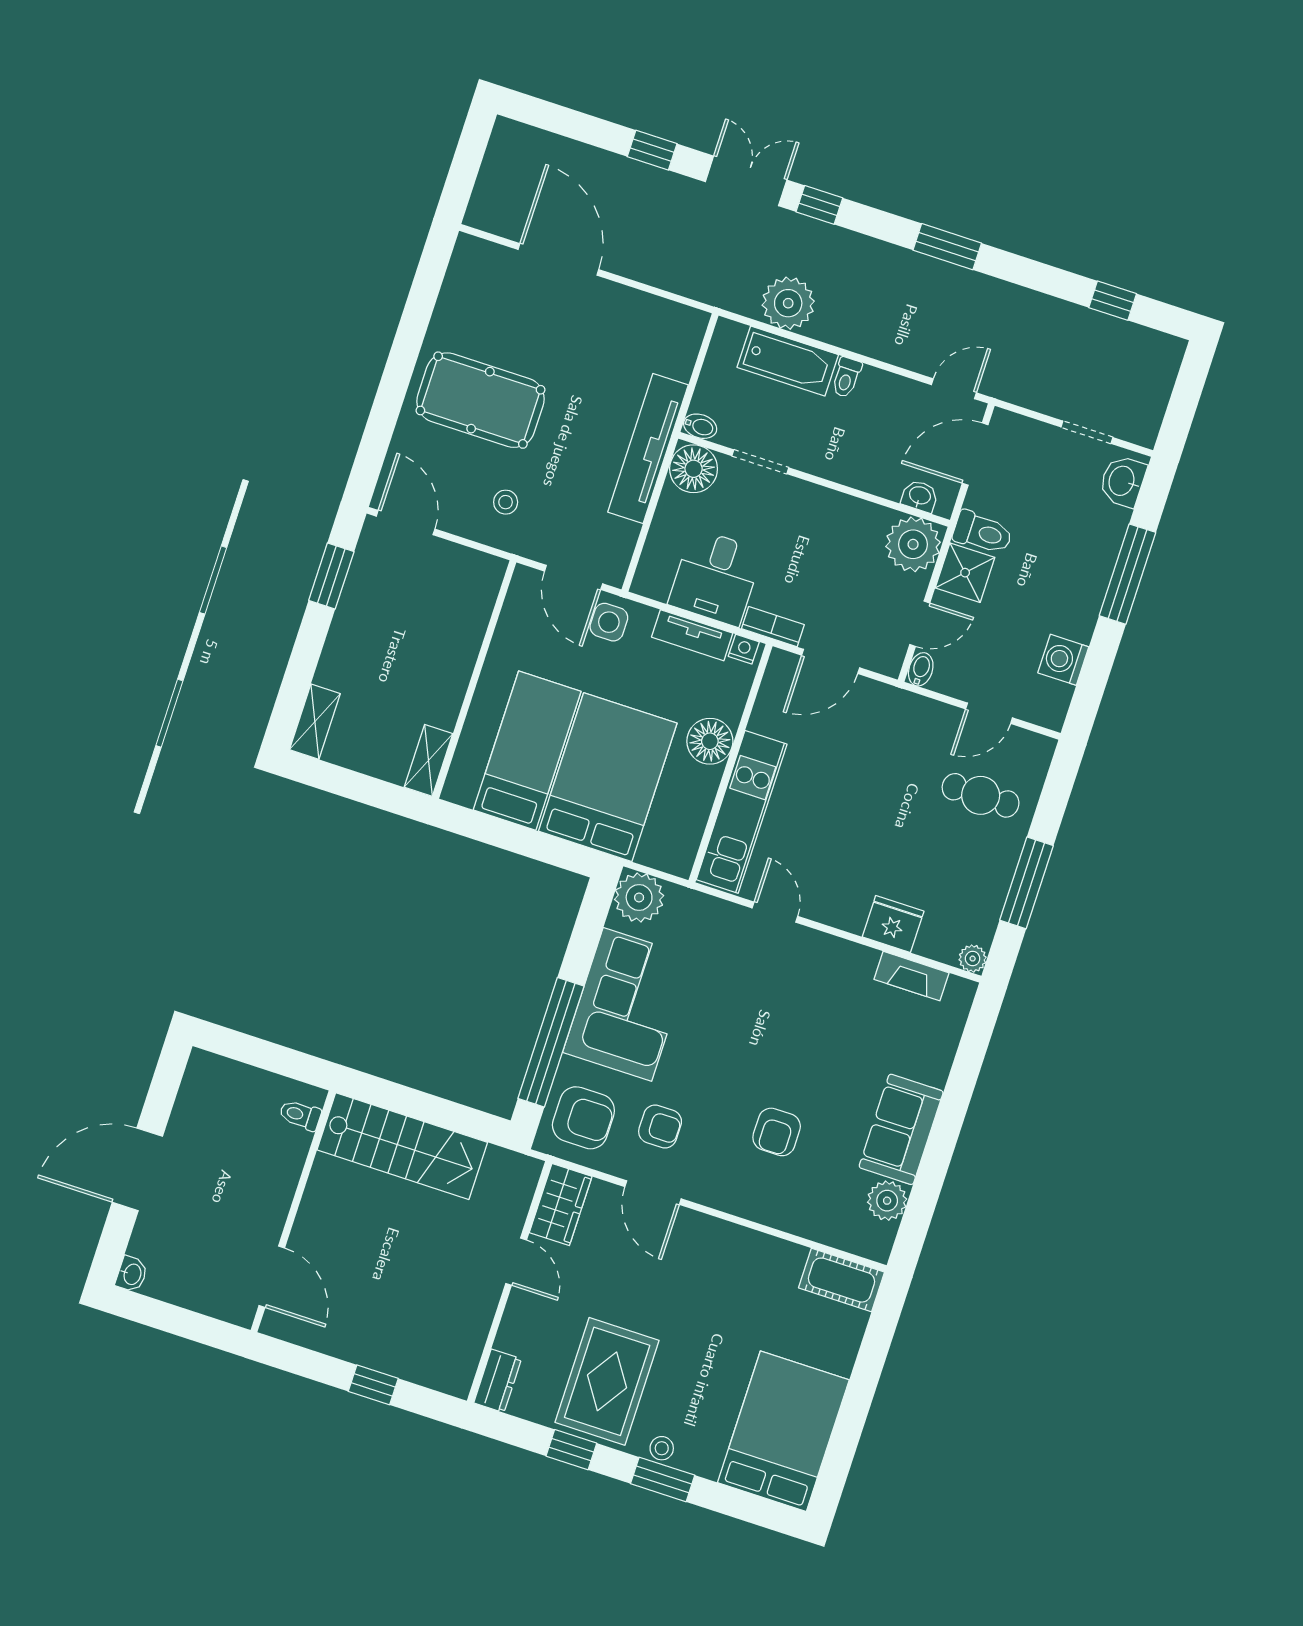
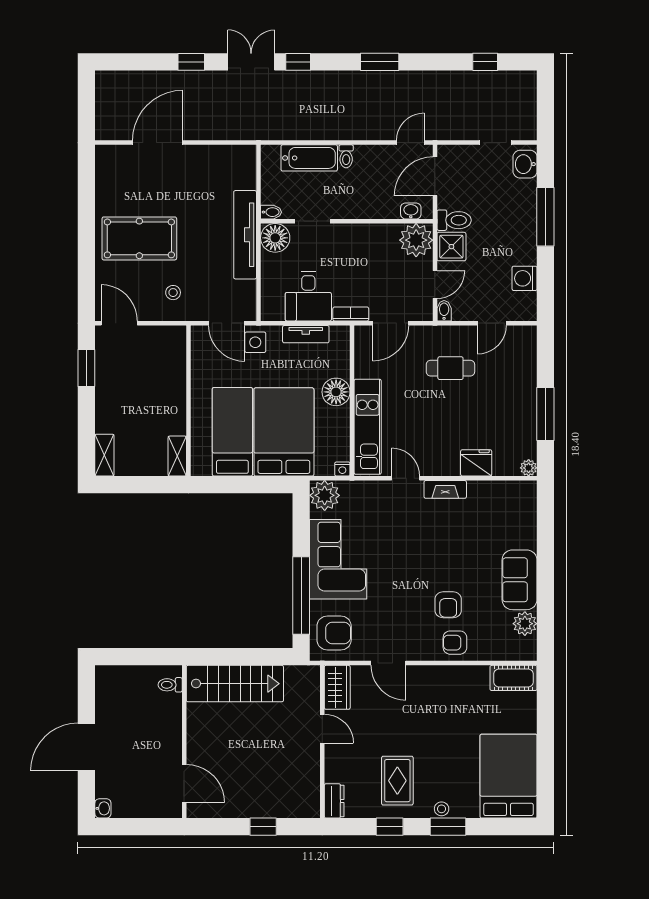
door: (558, 259) -> (158, 143), hinge flipped
plant: (788, 303) -> (299, 124), removed
nightstand: (744, 649) -> (342, 469), moved, turned 180
cafe table: (981, 795) -> (450, 368), moved
fireplace: (912, 976) -> (445, 489), moved
armchair: (660, 1127) -> (455, 643), moved, turned 180
rug: (607, 1381) -> (397, 781), width x0.73, depth x0.70

